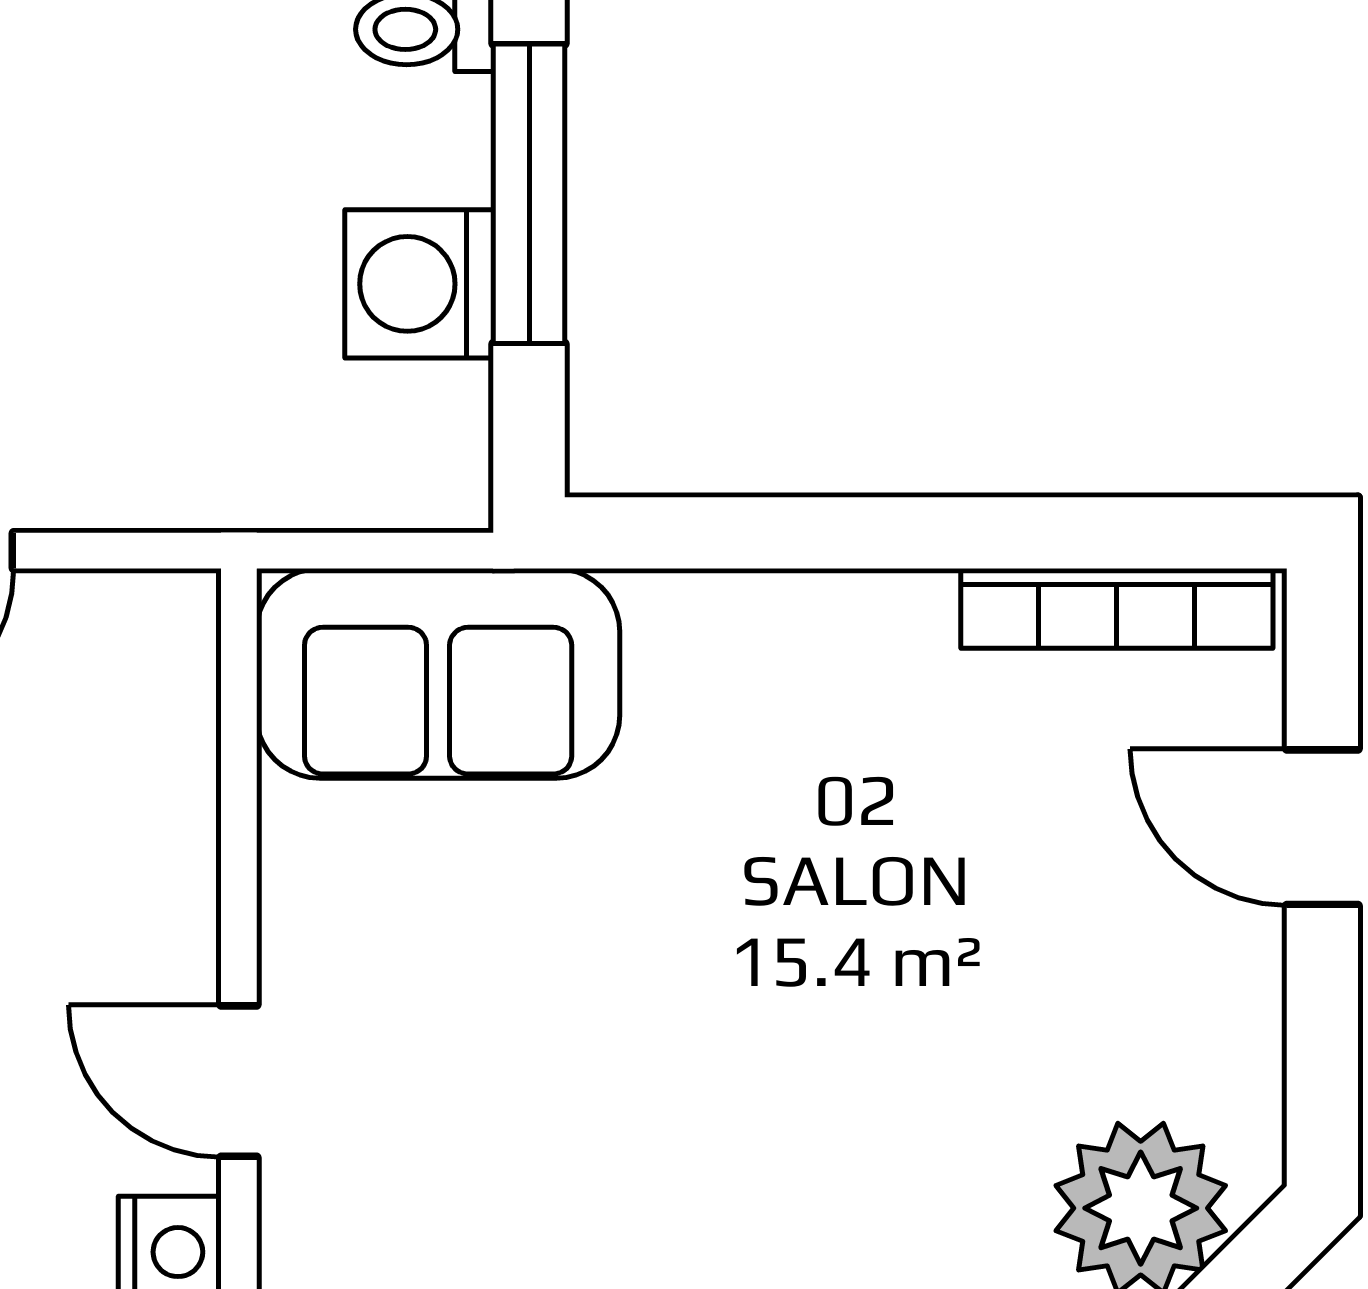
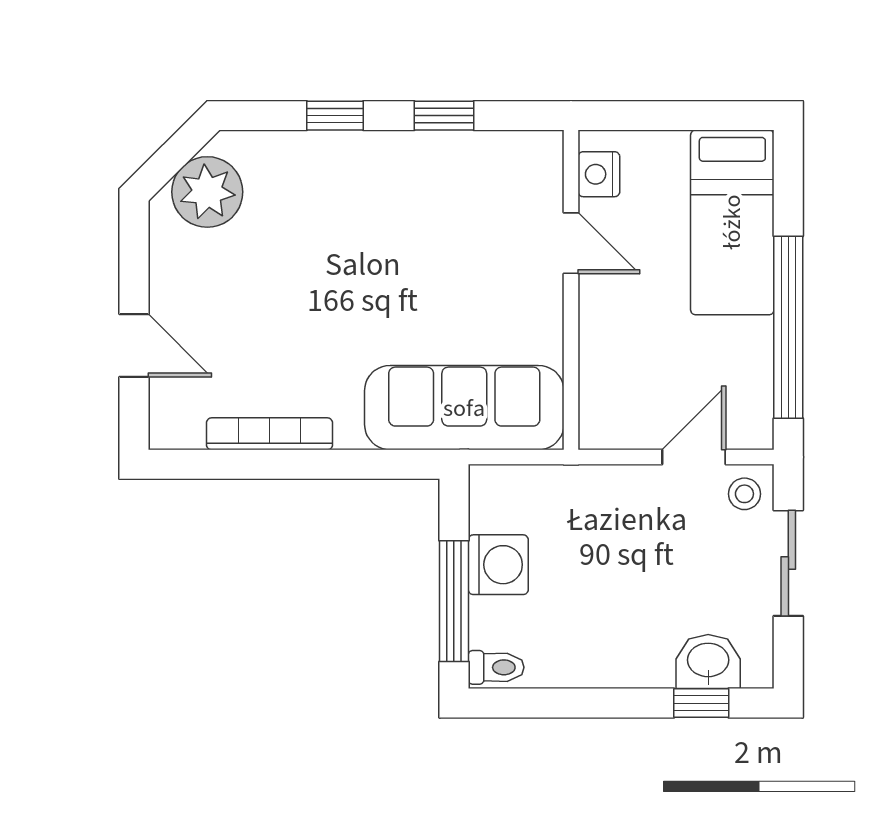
bookcase: (1117, 608) -> (269, 434), moved
sofa: (438, 673) -> (464, 408), width x1.36

